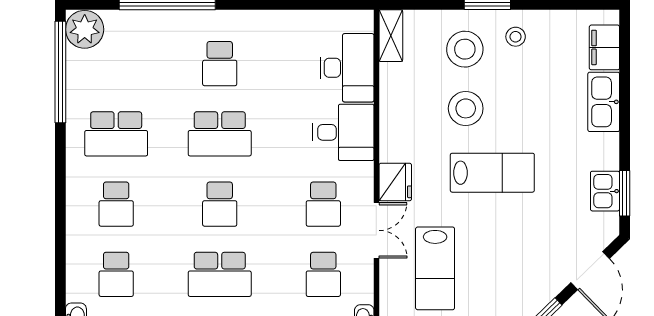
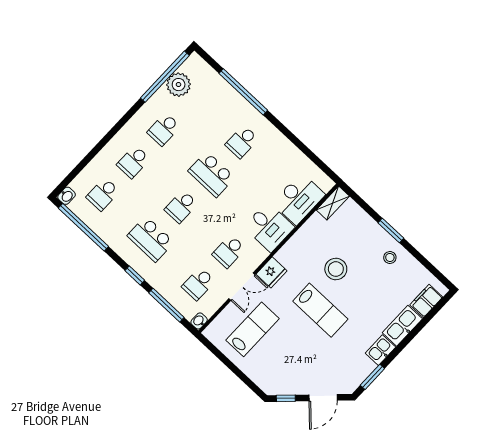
plant: (85, 29) -> (179, 85), moved
stool: (465, 49) -> (361, 241), removed
school desk: (116, 134) -> (164, 129), width x0.54
kitchen sink: (605, 191) -> (380, 350), moved
lab bench: (435, 268) -> (253, 329), turned 180

